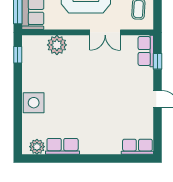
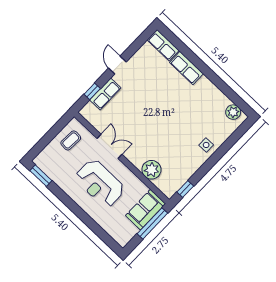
row of seats: (146, 51) -> (105, 94), moved
side table: (34, 103) -> (206, 145), width x0.54, depth x0.54
row of seats: (63, 146) -> (186, 68), moved

